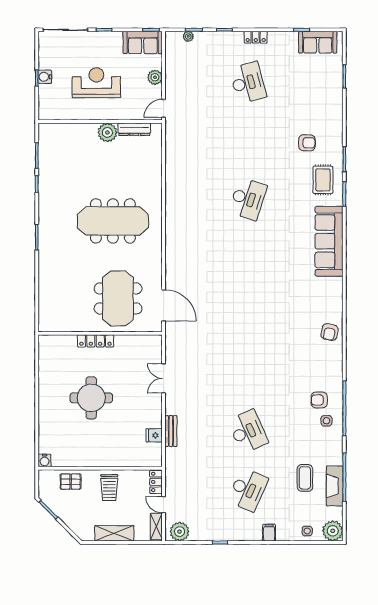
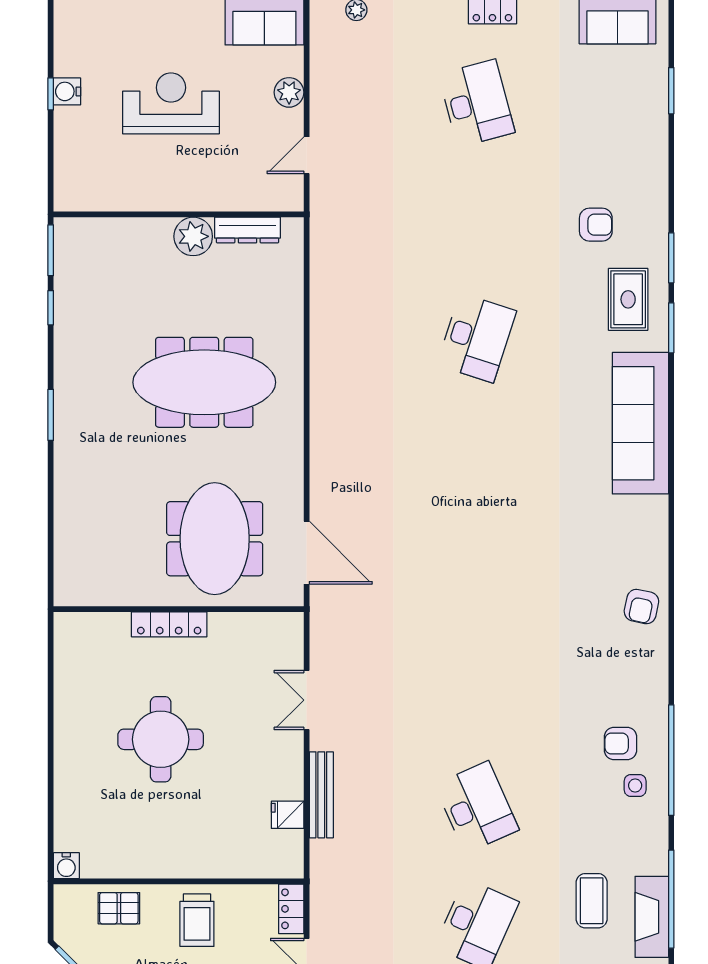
wall: (100, 122) -> (179, 214), moved
dresser: (134, 129) -> (247, 230), moved
plant: (107, 132) -> (193, 236), moved
bench: (171, 431) -> (321, 795), width x1.36

